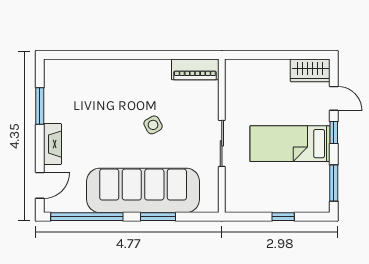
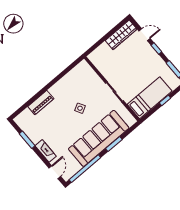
piano: (195, 69) -> (41, 103), moved
wardrobe: (310, 70) -> (121, 35), width x1.50
bed: (290, 144) -> (150, 98), moved, turned 180

